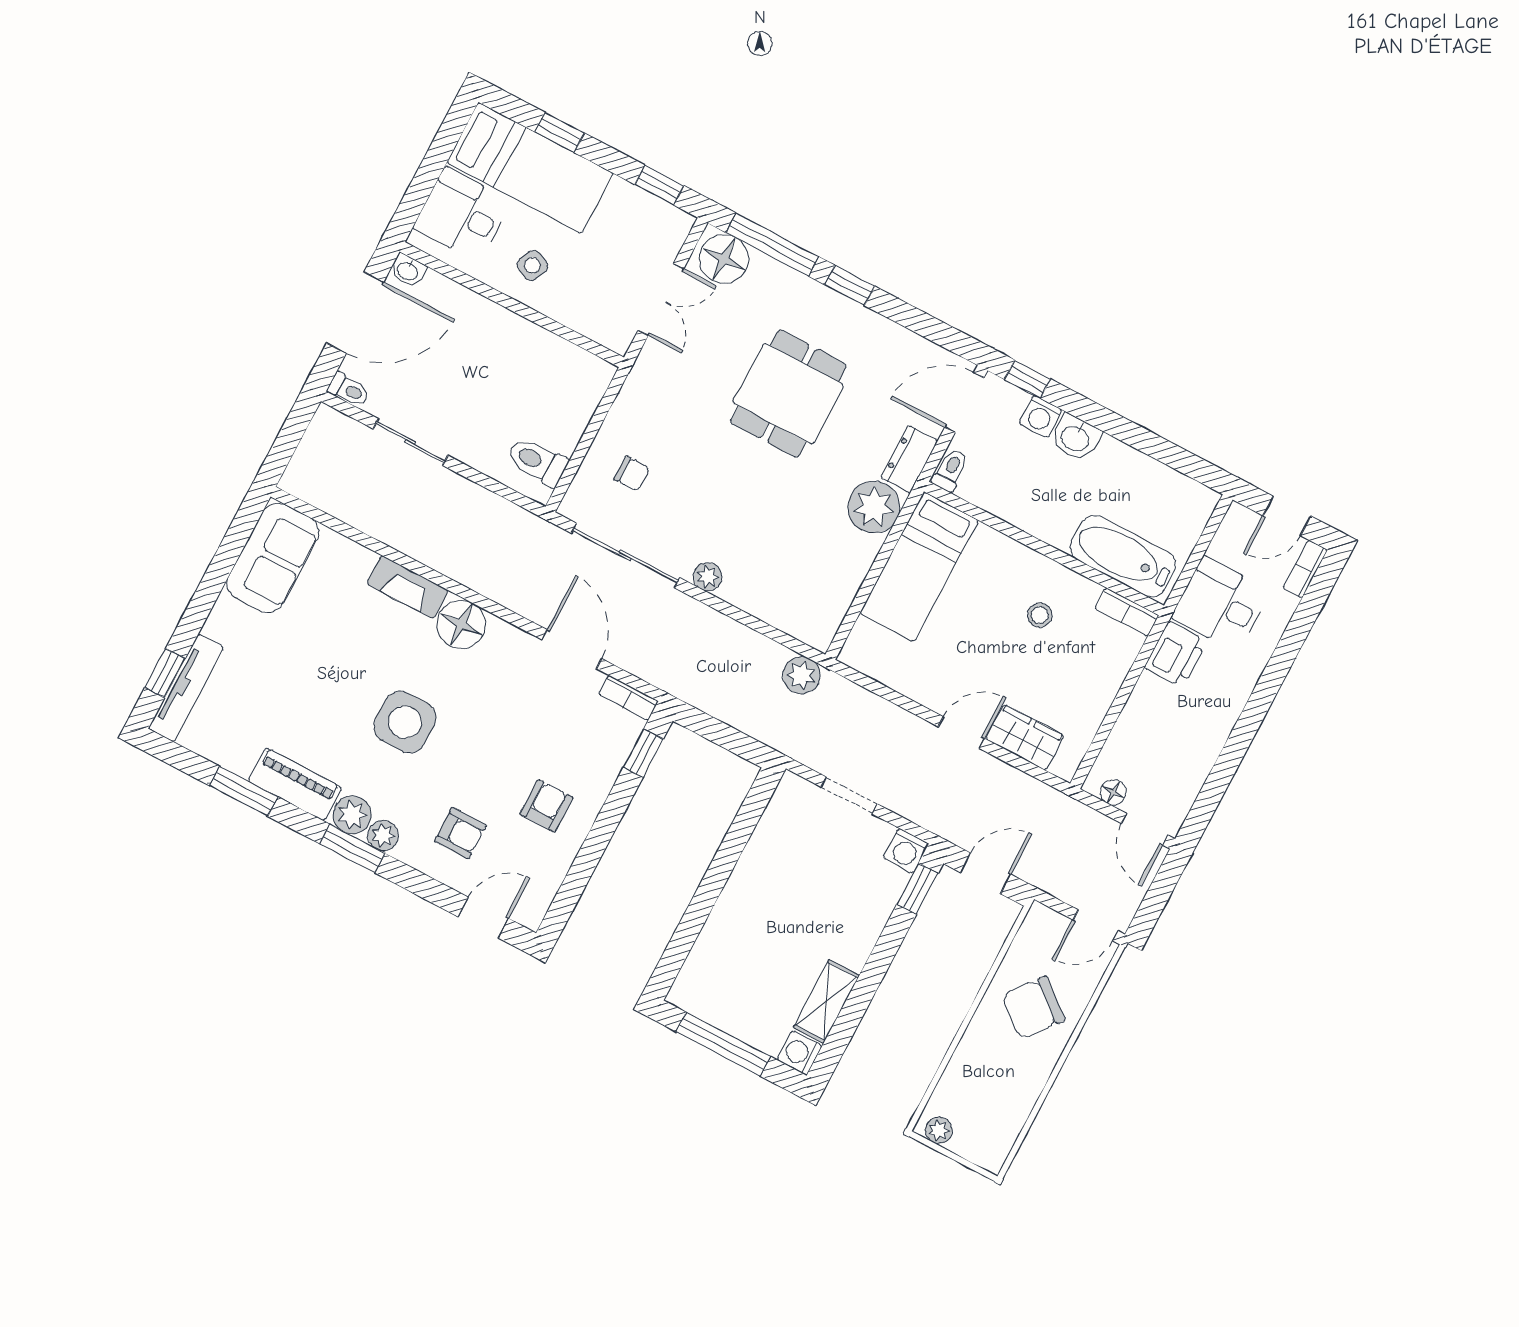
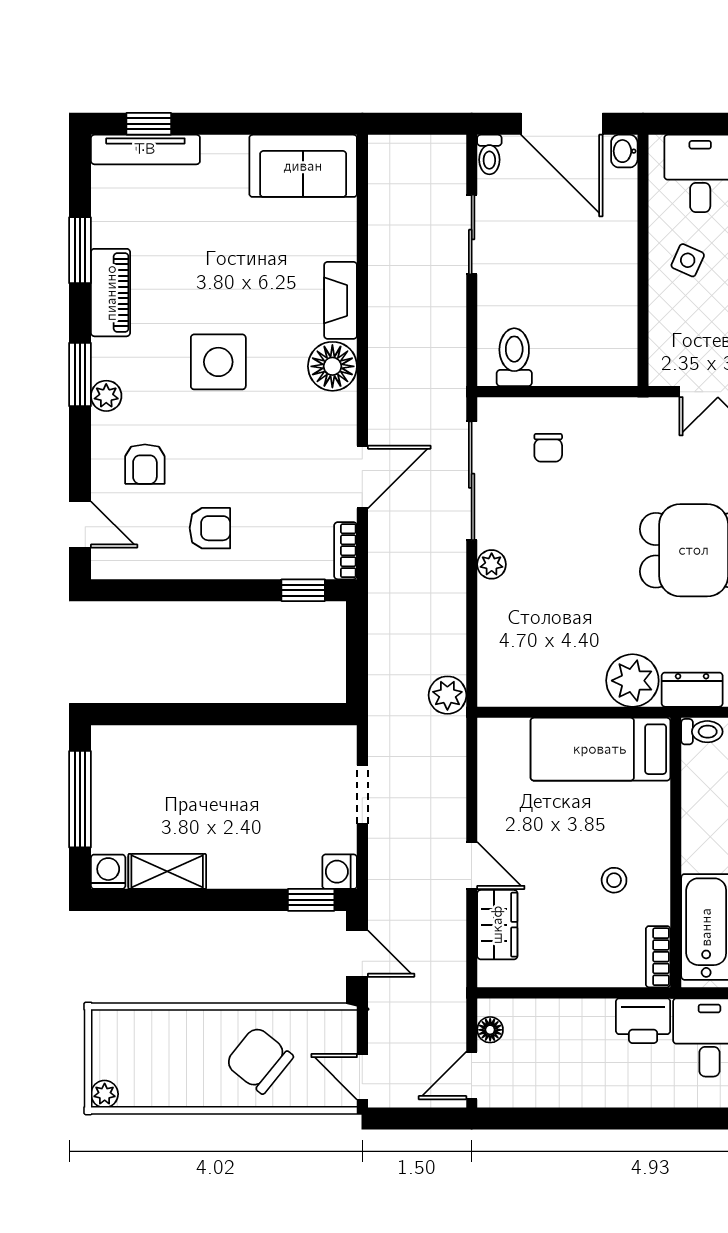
plant: (352, 815) -> (110, 358), removed
plant: (939, 1130) -> (105, 1094), moved

